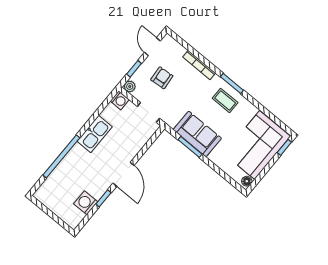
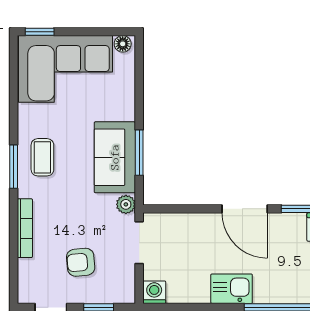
plant: (130, 86) -> (126, 204), moved
kitchen sink: (95, 134) -> (232, 289), width x0.73
door: (124, 174) -> (245, 209), swing flipped

